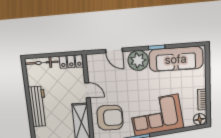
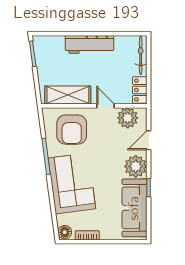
plant: (96, 71) -> (128, 118), added
door: (87, 90) -> (106, 106), swing flipped

